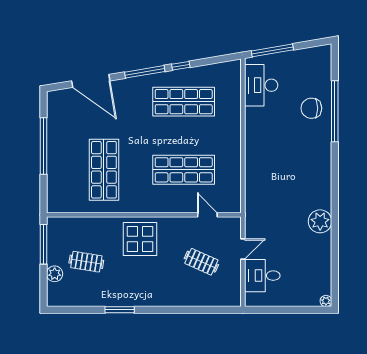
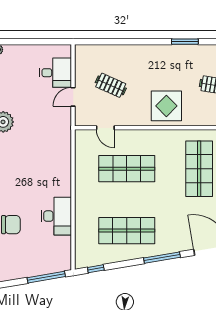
window: (181, 66) -> (96, 269), moved
desk: (261, 85) -> (56, 216), moved

